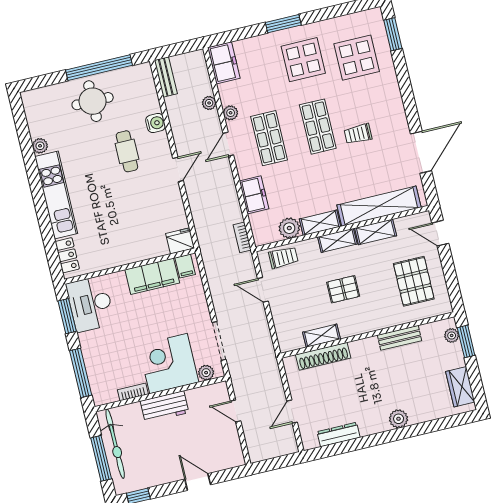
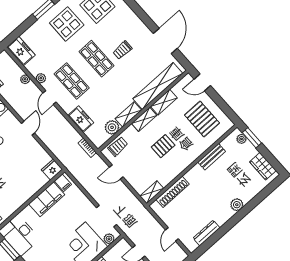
shelving: (321, 336) -> (152, 192), moved

